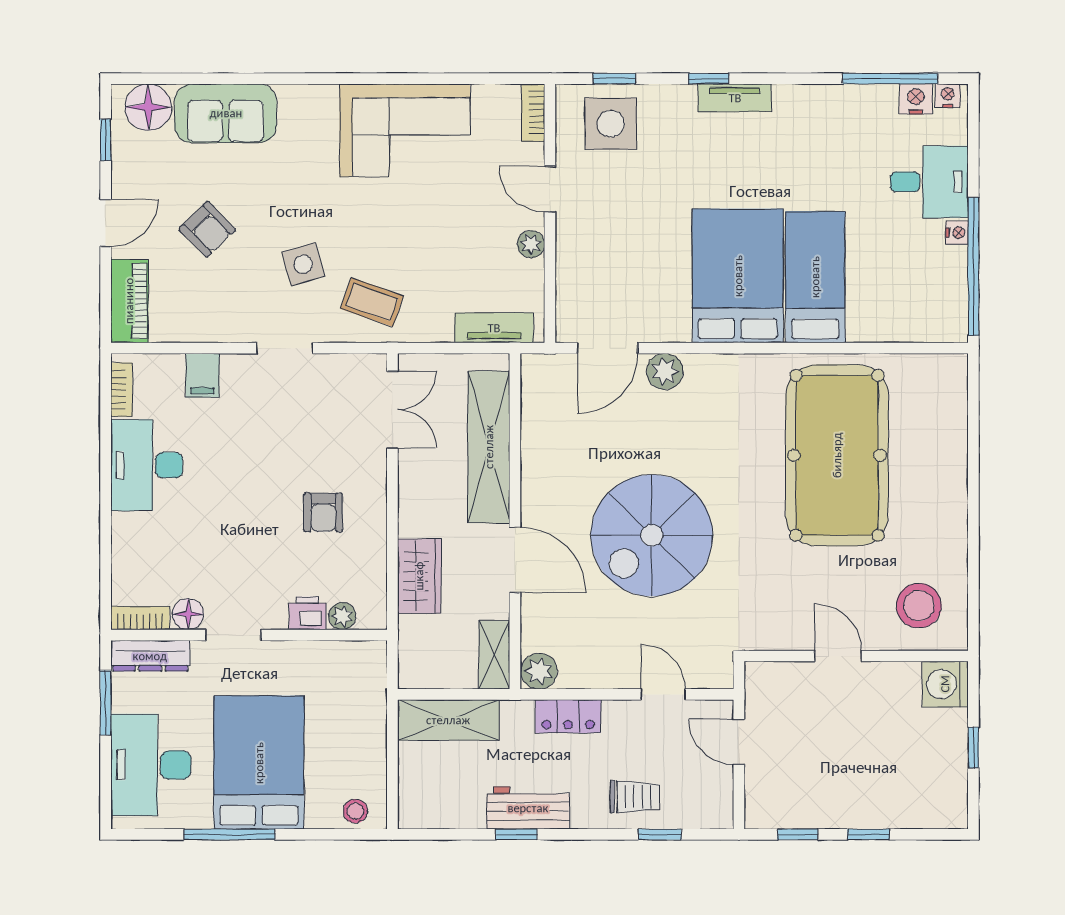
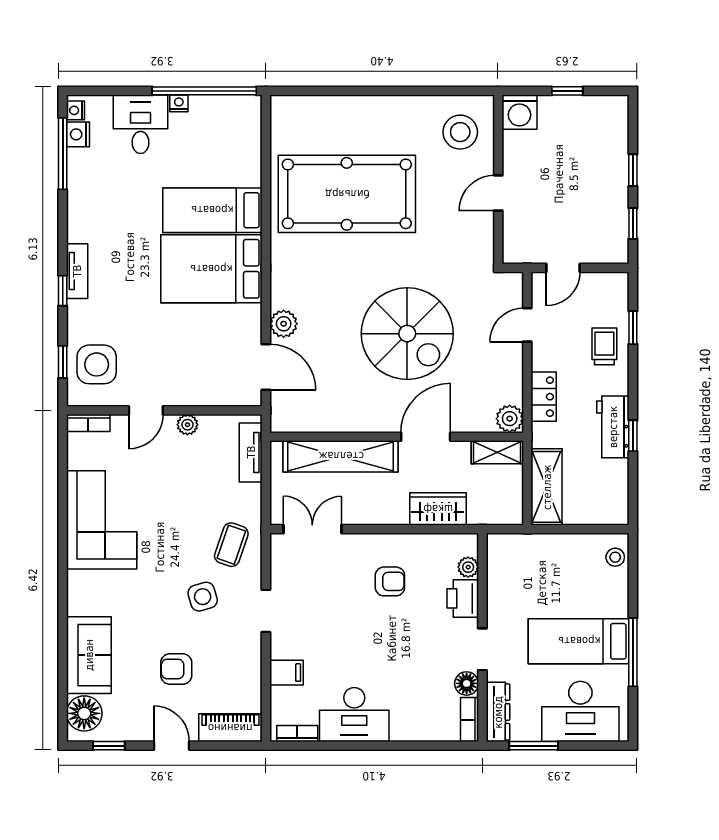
armchair: (207, 229) -> (176, 669), turned -136
printer: (307, 613) -> (463, 598), width x1.36, depth x1.24
bed: (259, 763) -> (579, 641), width x0.67

